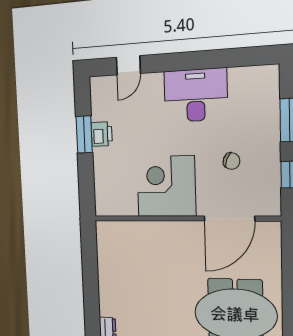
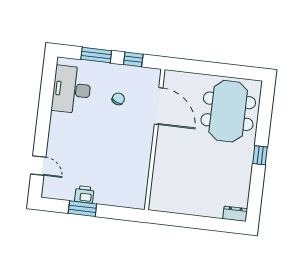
desk: (196, 95) -> (72, 90), moved
corner desk: (166, 186) -> (130, 150), removed

